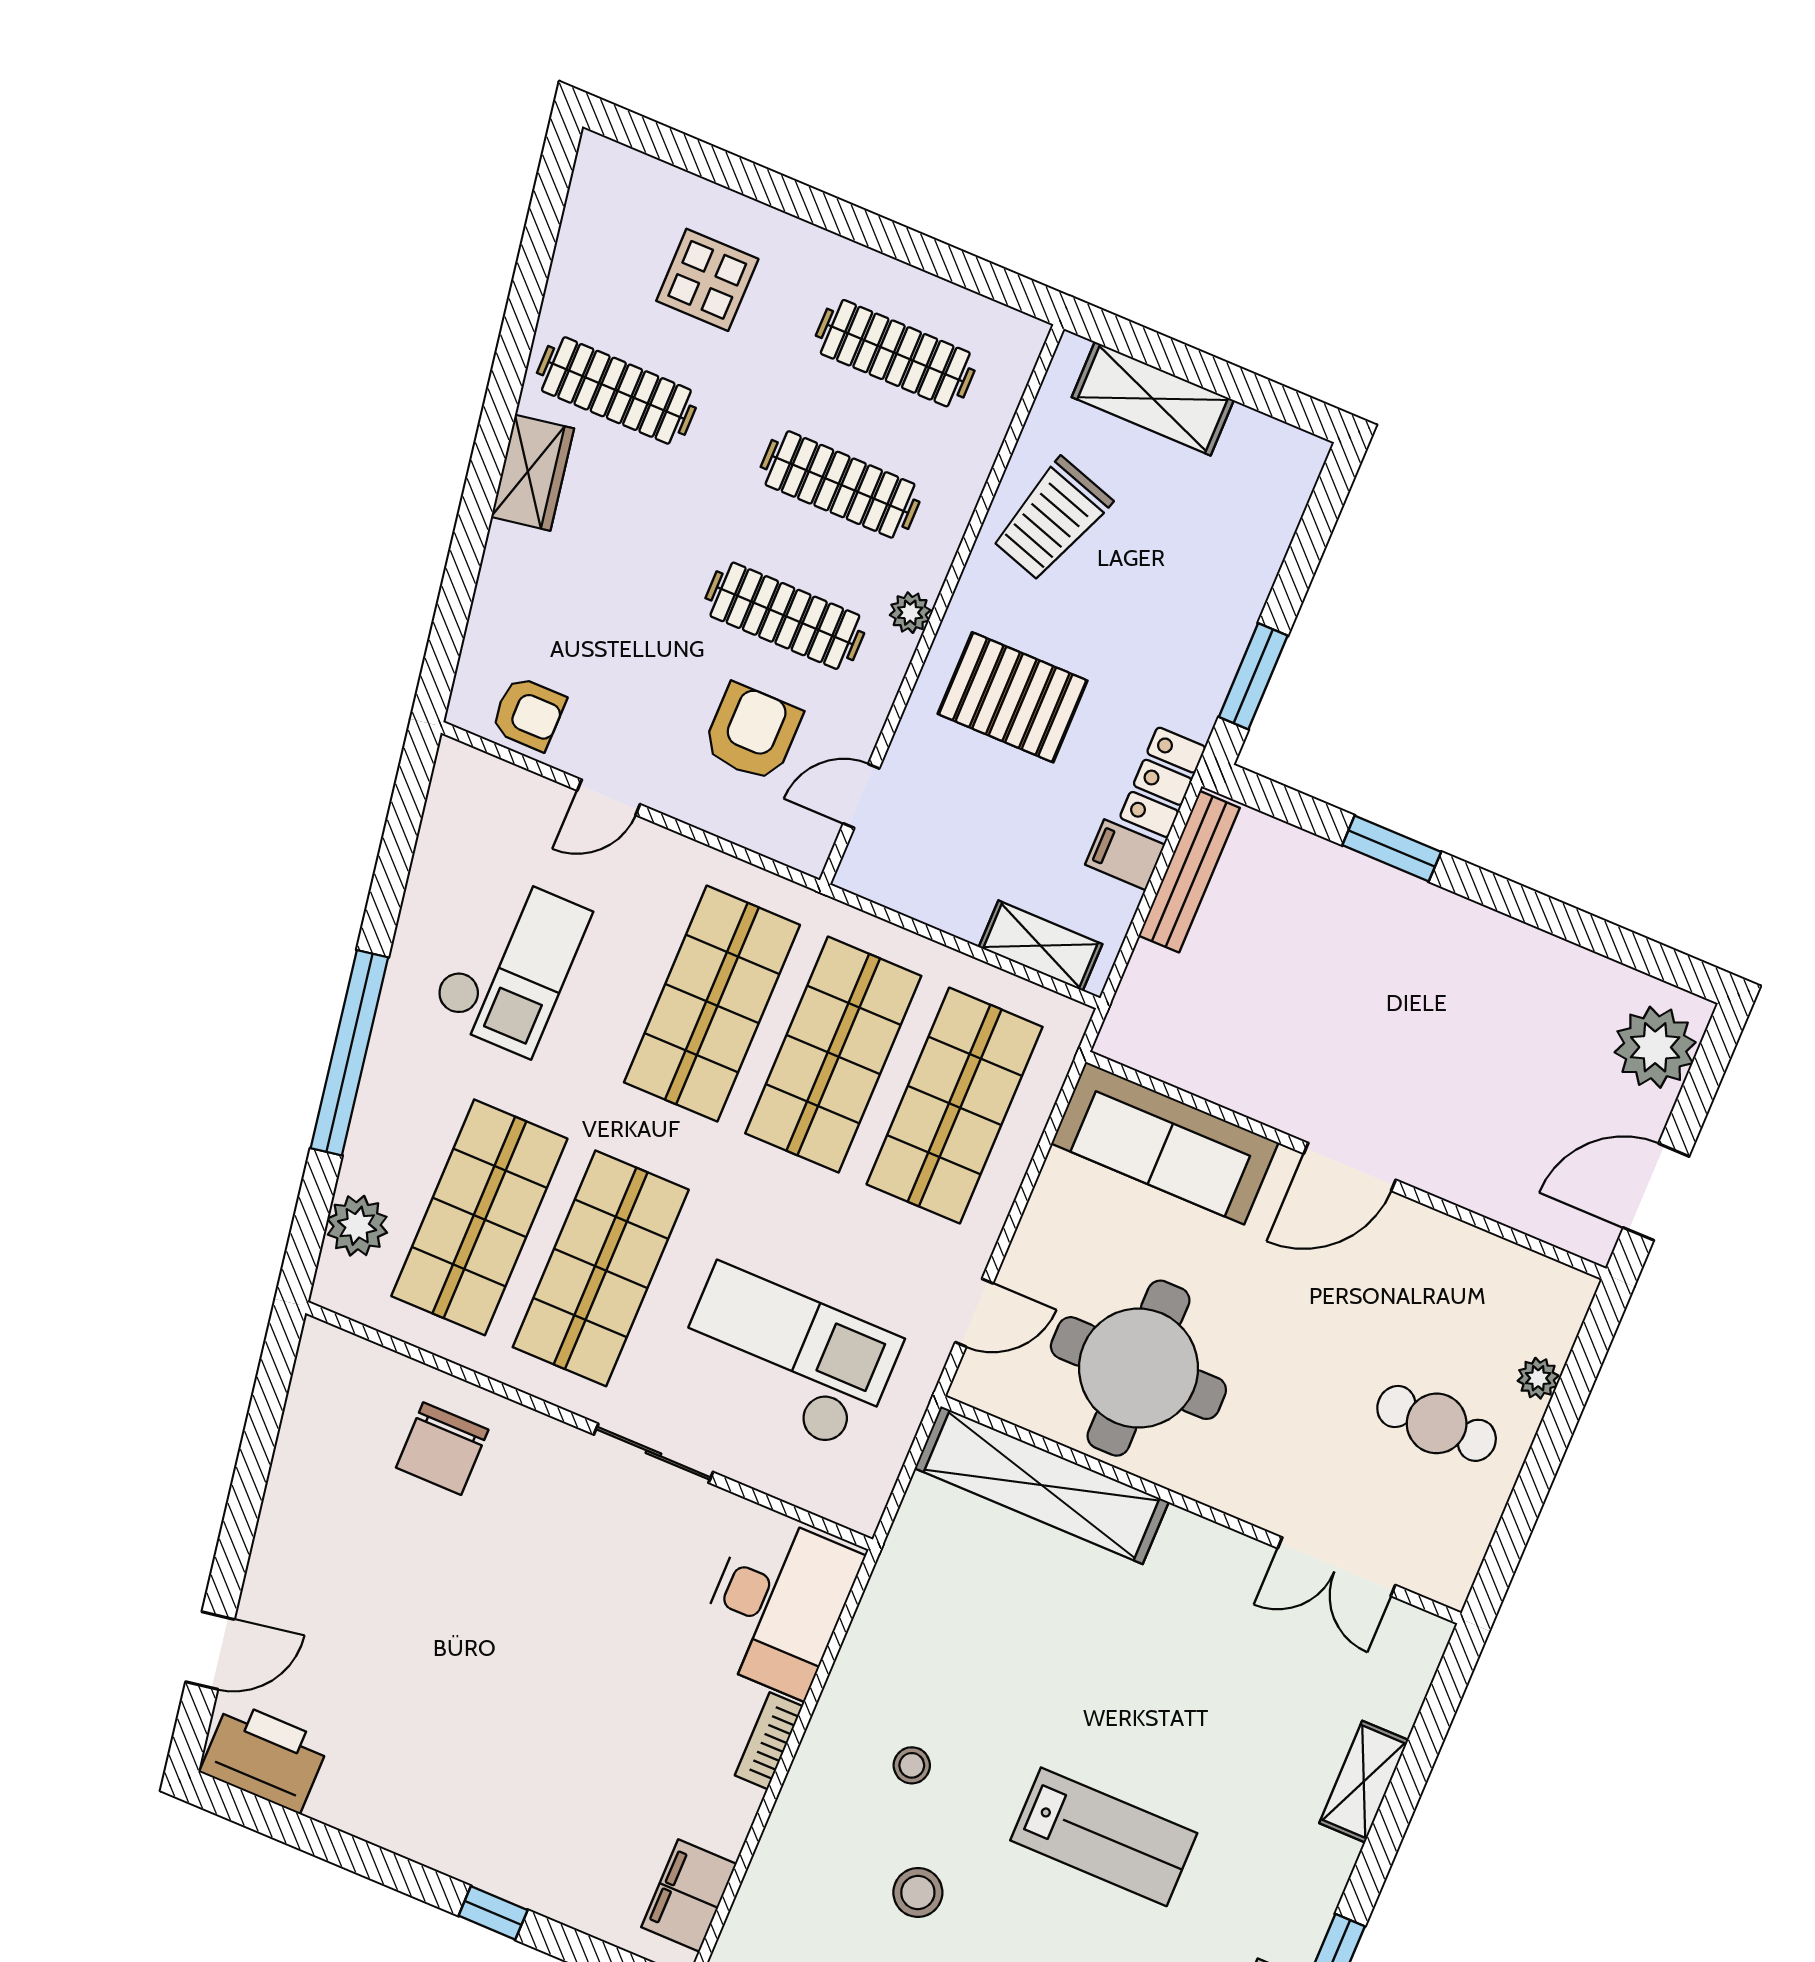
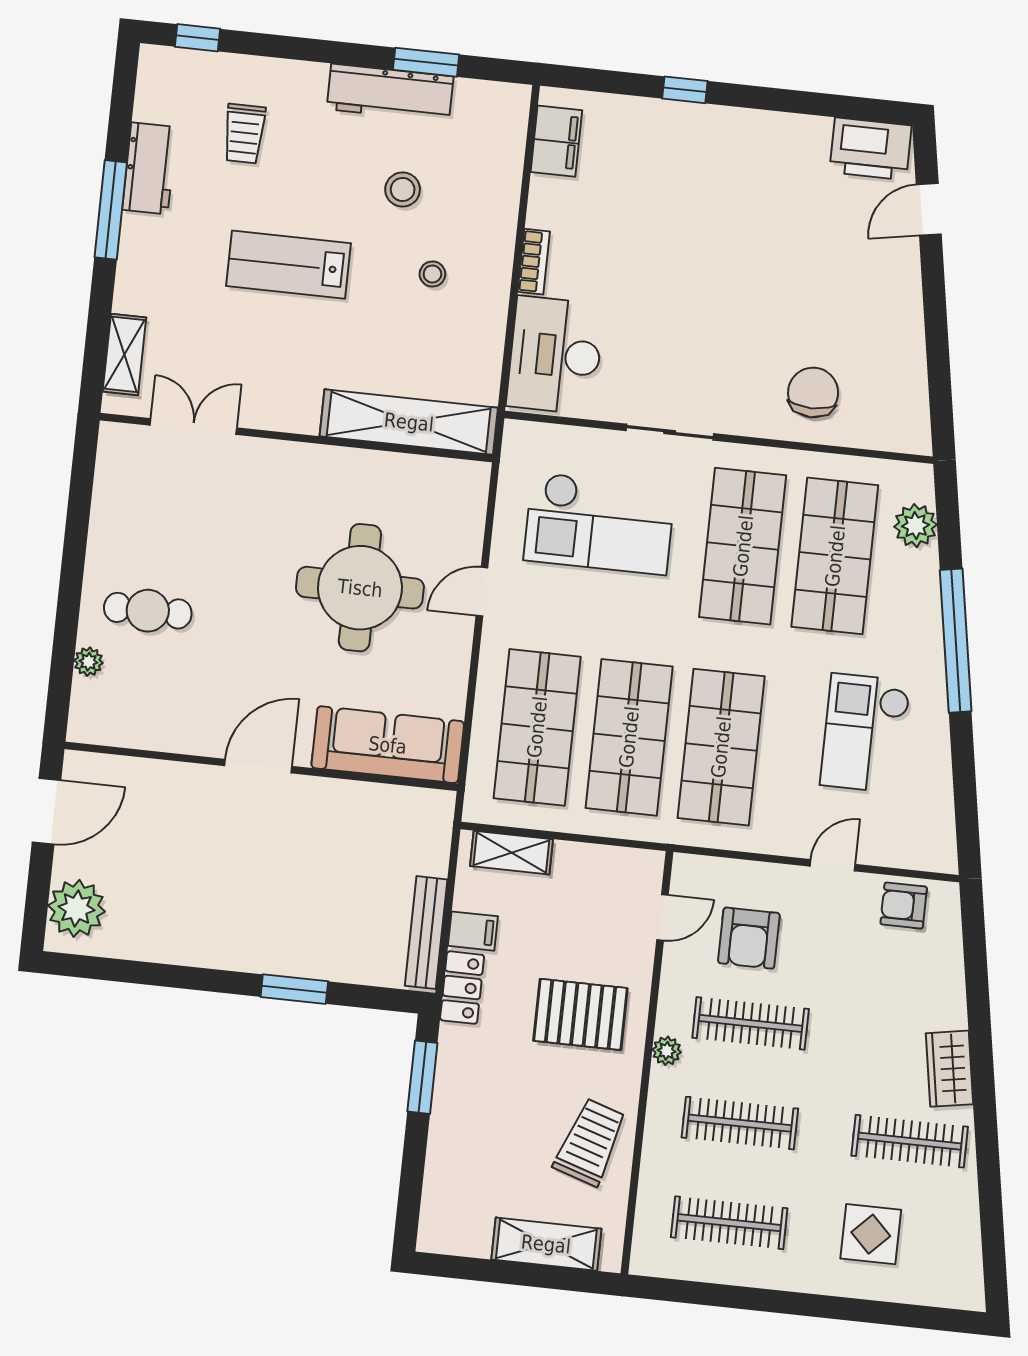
shelving: (1042, 1485) -> (409, 422), moved
wall: (1201, 1510) -> (296, 438), moved
double door: (1336, 1567) -> (193, 427), moved

